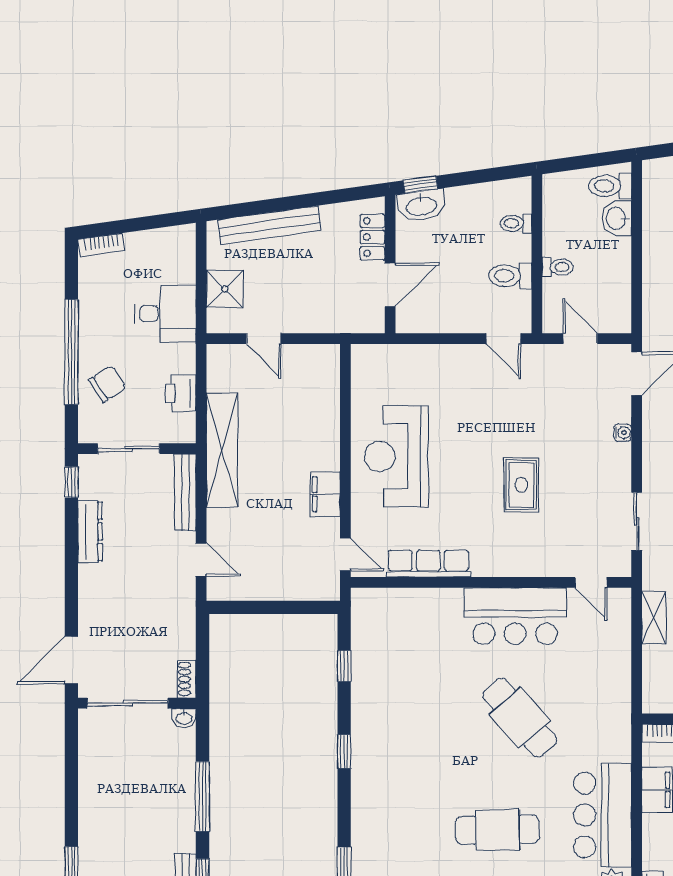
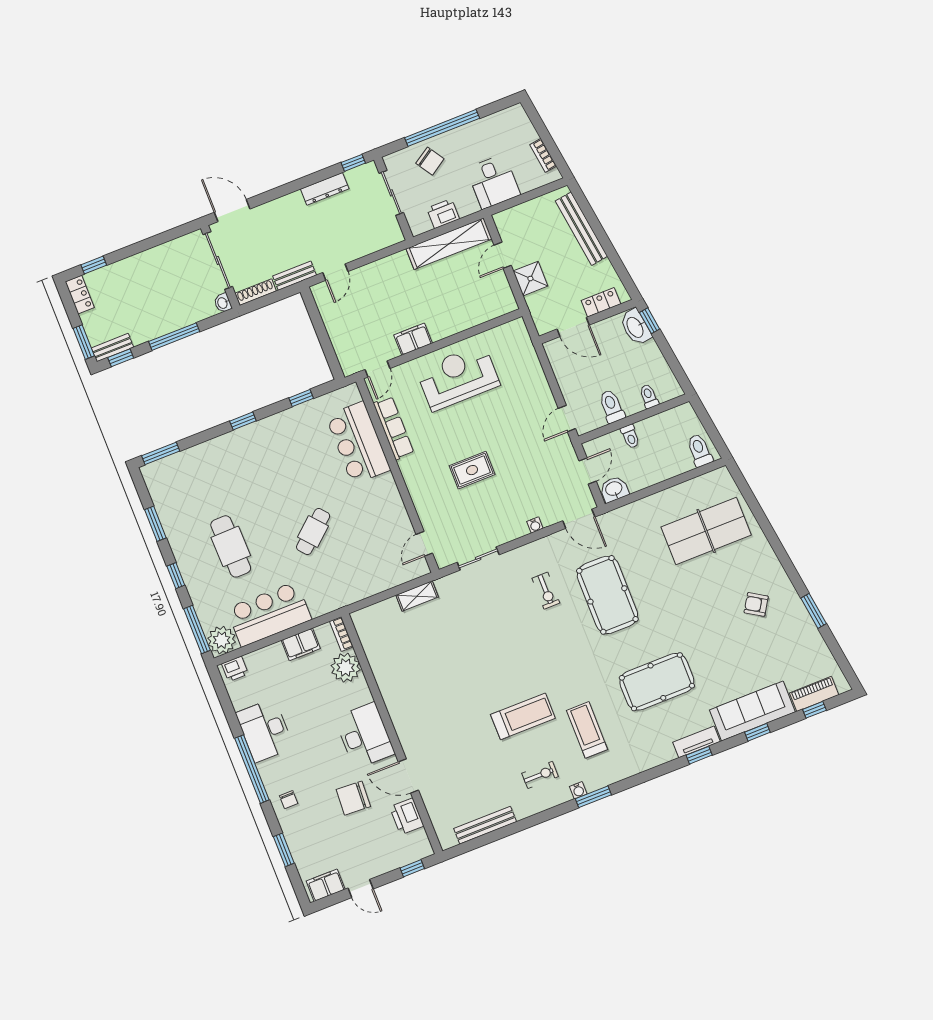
washbasin: (617, 218) -> (614, 489), moved
bookcase: (102, 245) -> (543, 155), moved
shower: (225, 289) -> (530, 279), moved
shelving: (222, 450) -> (449, 244), moved
bench: (185, 492) -> (295, 276), moved, width x0.73
bar counter: (515, 616) -> (358, 443), moved
shoe rack: (187, 679) -> (256, 292), width x1.43
cafe table: (520, 718) -> (313, 532), width x0.73, depth x0.74

